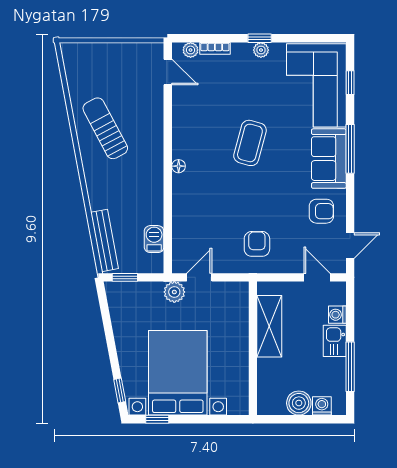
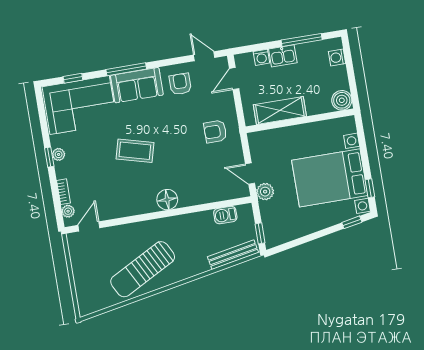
sun lounger: (105, 128) -> (143, 269), width x1.36, depth x1.34
floor lamp: (179, 166) -> (167, 200), width x1.89, depth x1.89
boiler: (299, 403) -> (342, 100), moved

